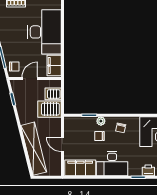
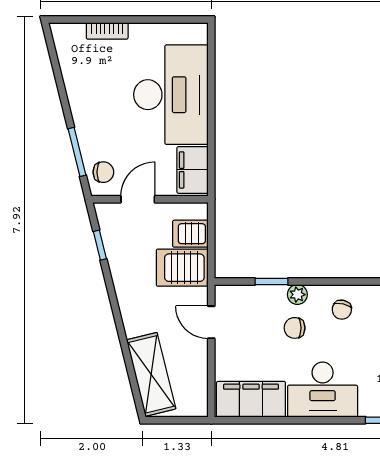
door: (62, 144) -> (211, 322), moved
shelving: (34, 149) -> (151, 374), width x0.68

